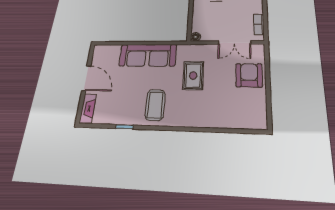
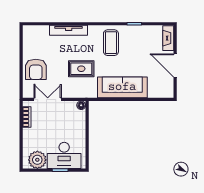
rug: (193, 76) -> (81, 69), turned 90
tv unit: (207, 121) -> (69, 30), added

